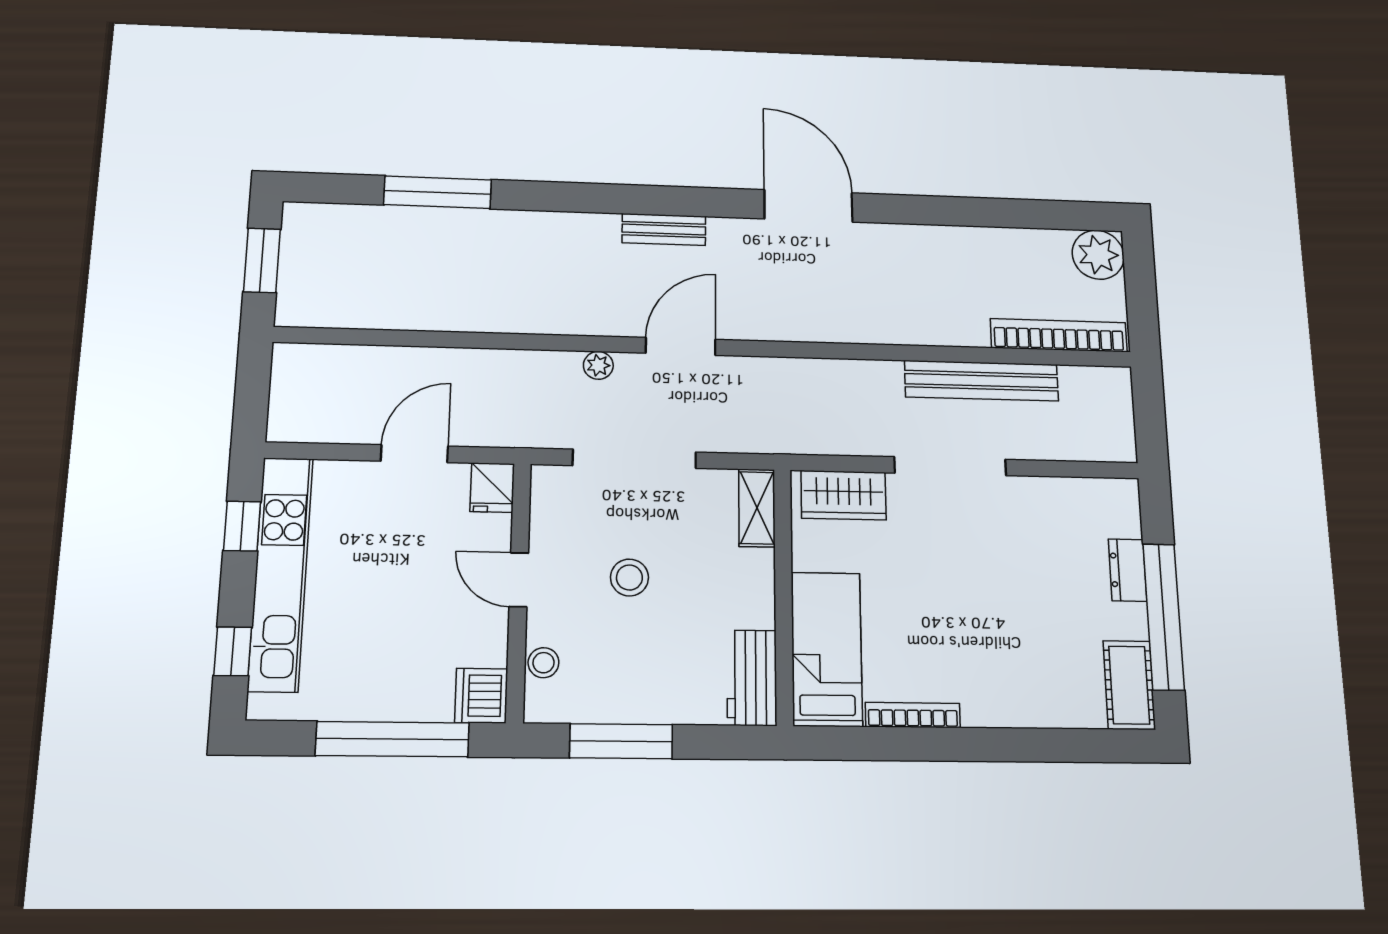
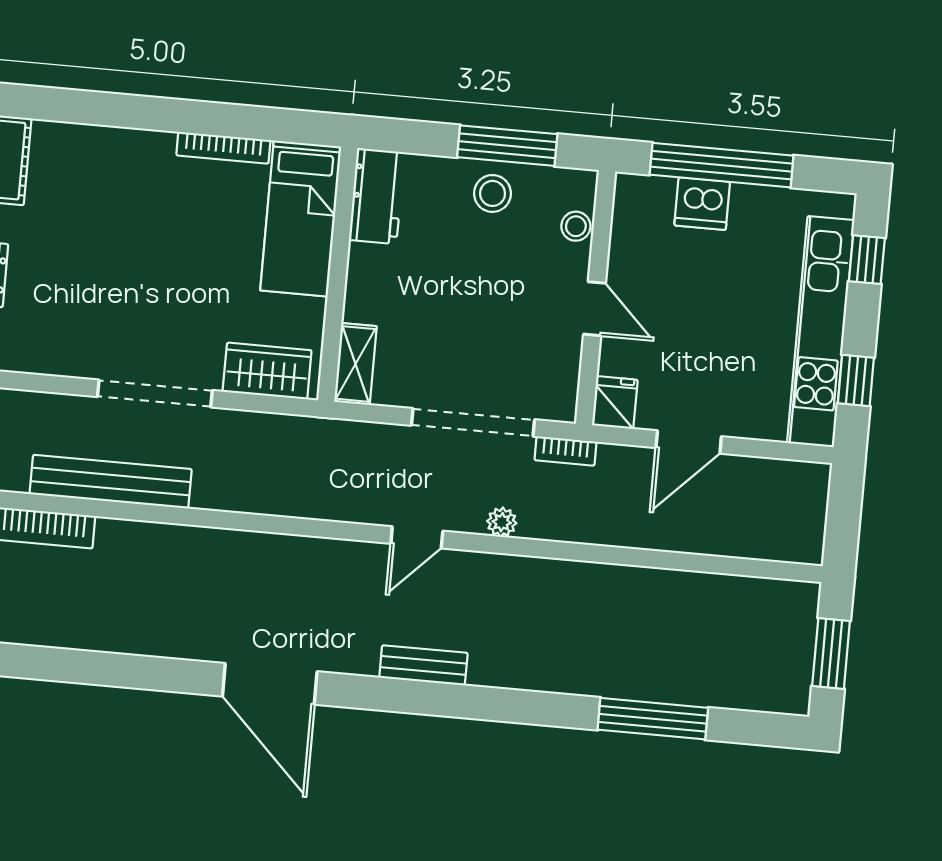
door: (681, 346) -> (417, 537), width x0.73
bookcase: (539, 437) -> (565, 451), added
stool: (629, 578) -> (493, 193), moved
dishwasher: (481, 696) -> (702, 204), moved, turned 90

